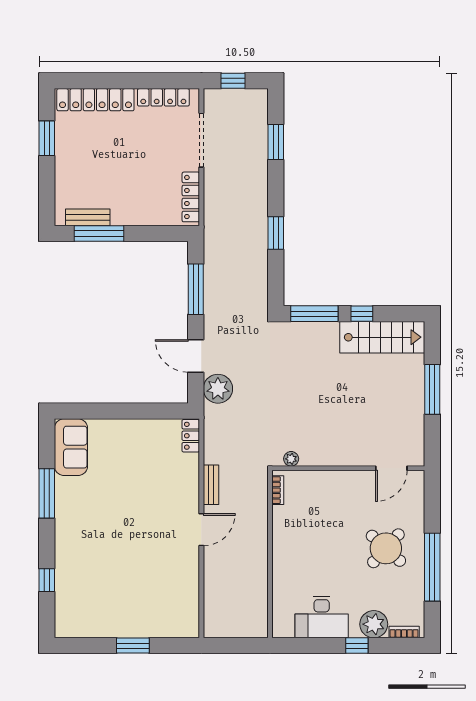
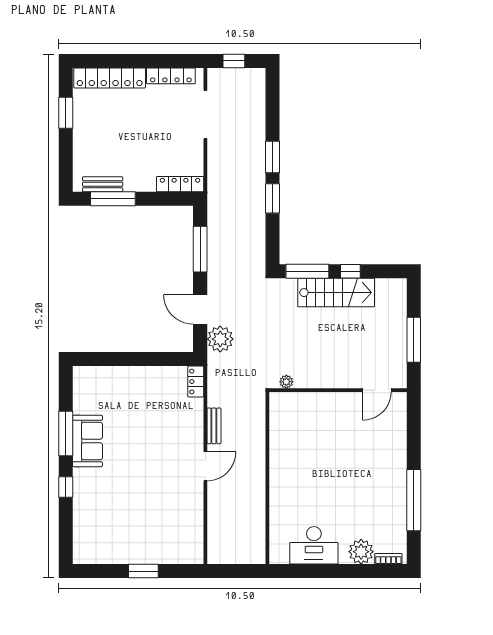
window: (276, 142) -> (272, 157), moved
locker: (191, 197) -> (180, 184), moved, turned 90
stairs: (382, 337) -> (336, 293), moved
sofa: (71, 447) -> (88, 441), moved
plant: (291, 459) -> (286, 382), moved
wall: (348, 468) -> (338, 390), moved
door: (391, 468) -> (377, 390), moved
bookcase: (278, 490) -> (274, 431), removed
round table: (386, 548) -> (372, 483), removed
window: (47, 580) -> (66, 487), moved
window: (357, 646) -> (346, 571), removed

